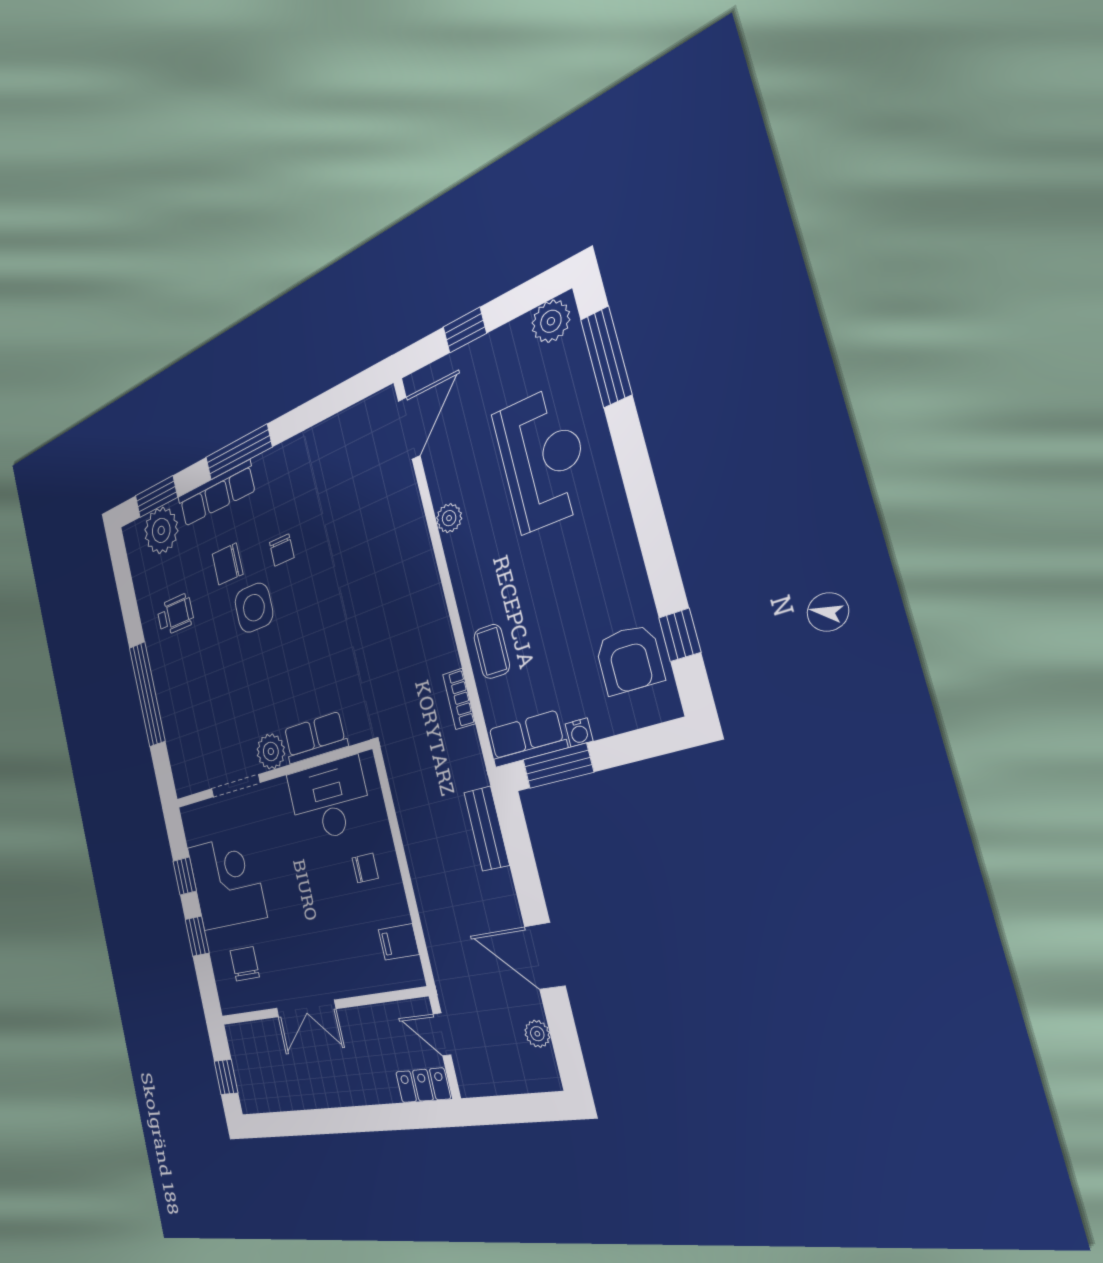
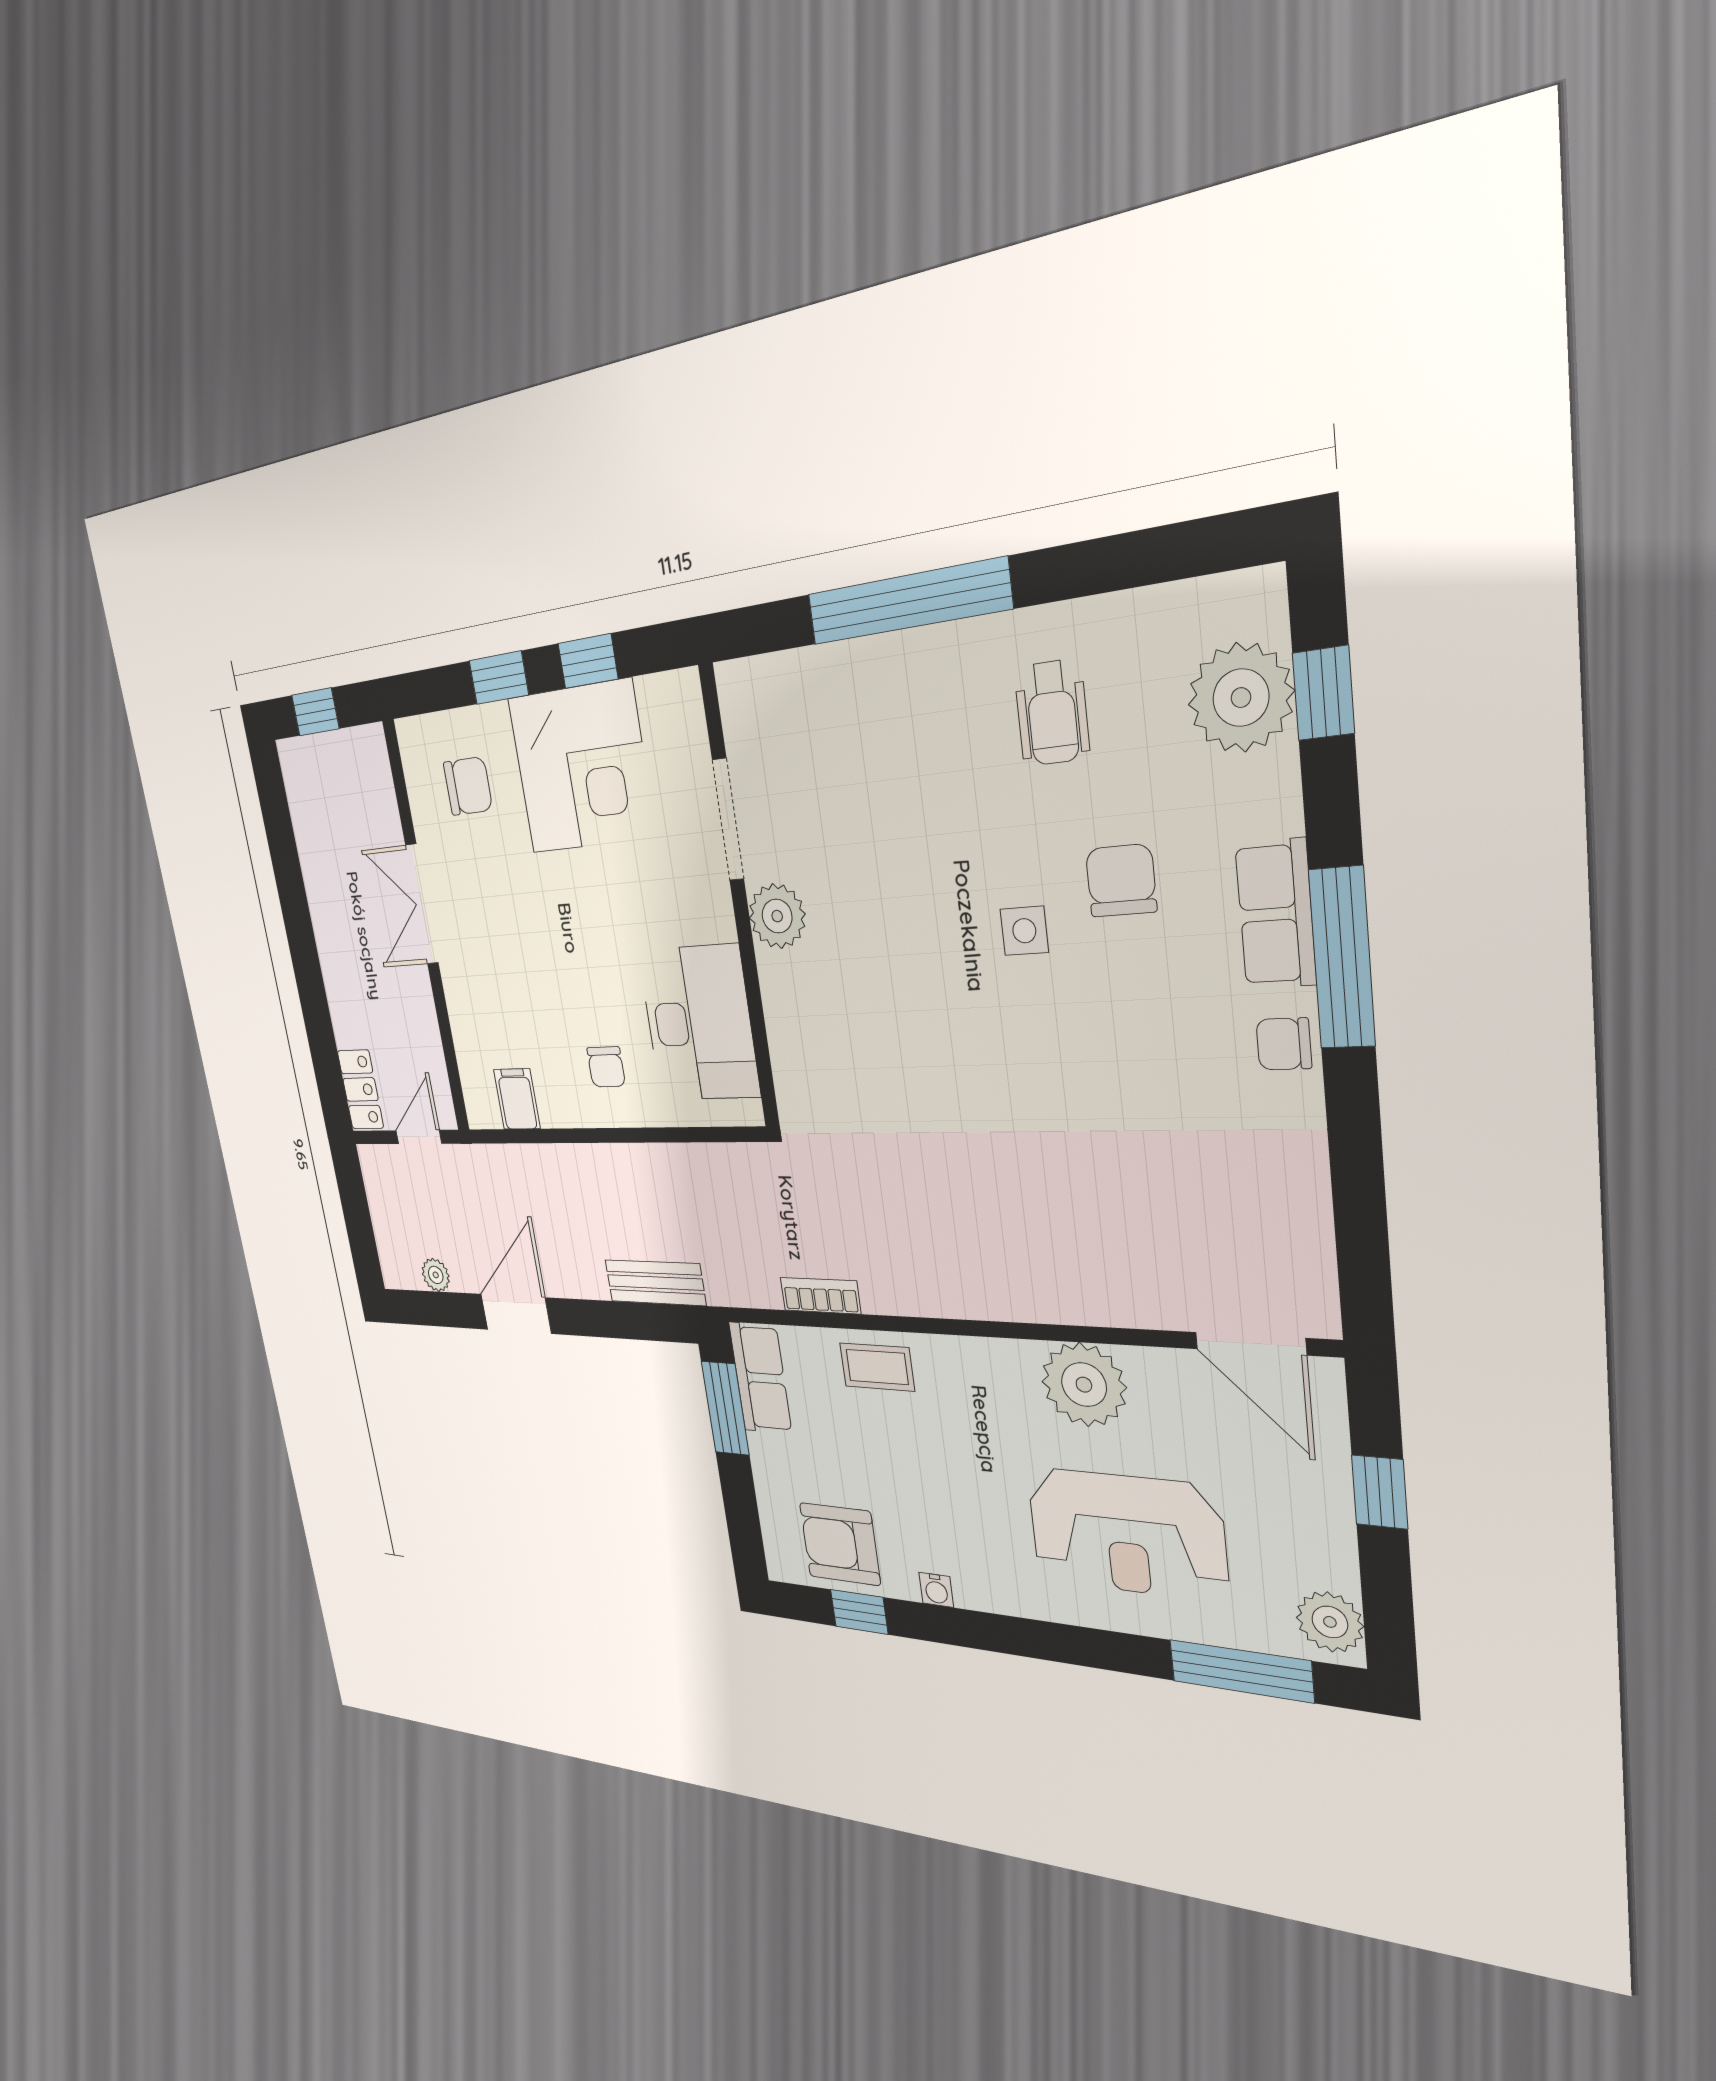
row of seats: (216, 494) -> (1276, 914), width x0.68
window: (156, 497) -> (1323, 693), width x0.67
plant: (449, 518) -> (1084, 1385), width x1.87, depth x1.87
chair: (282, 550) -> (1284, 1044), moved
side table: (254, 608) -> (1024, 931), width x0.54, depth x0.54
water cooler: (579, 732) -> (936, 1590), moved, turned -90
row of seats: (315, 738) -> (791, 1018), removed

